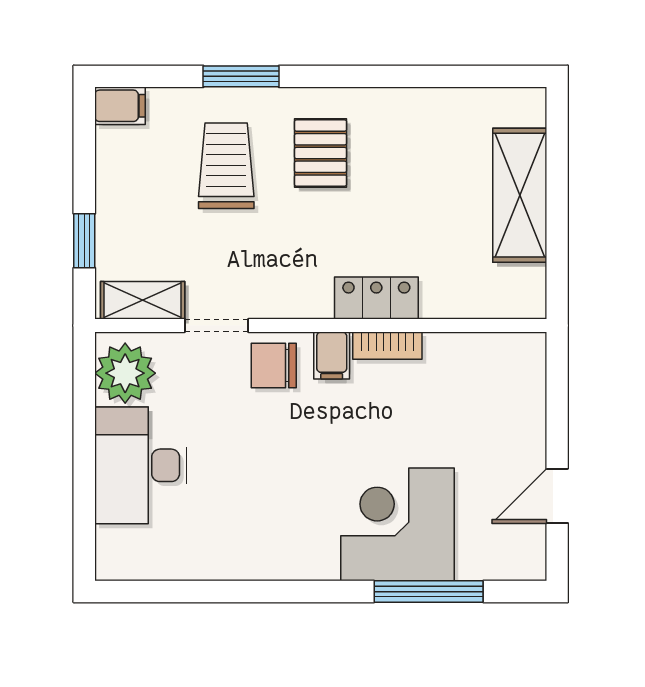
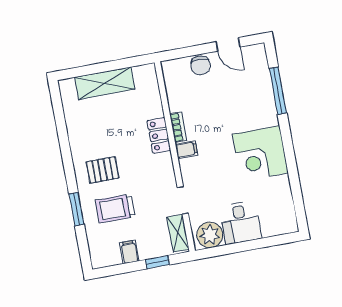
filing cabinet: (120, 106) -> (129, 252), moved
chair: (274, 366) -> (201, 65), moved
desk: (141, 465) -> (241, 222), width x0.73
corner desk: (397, 524) -> (260, 154), moved

